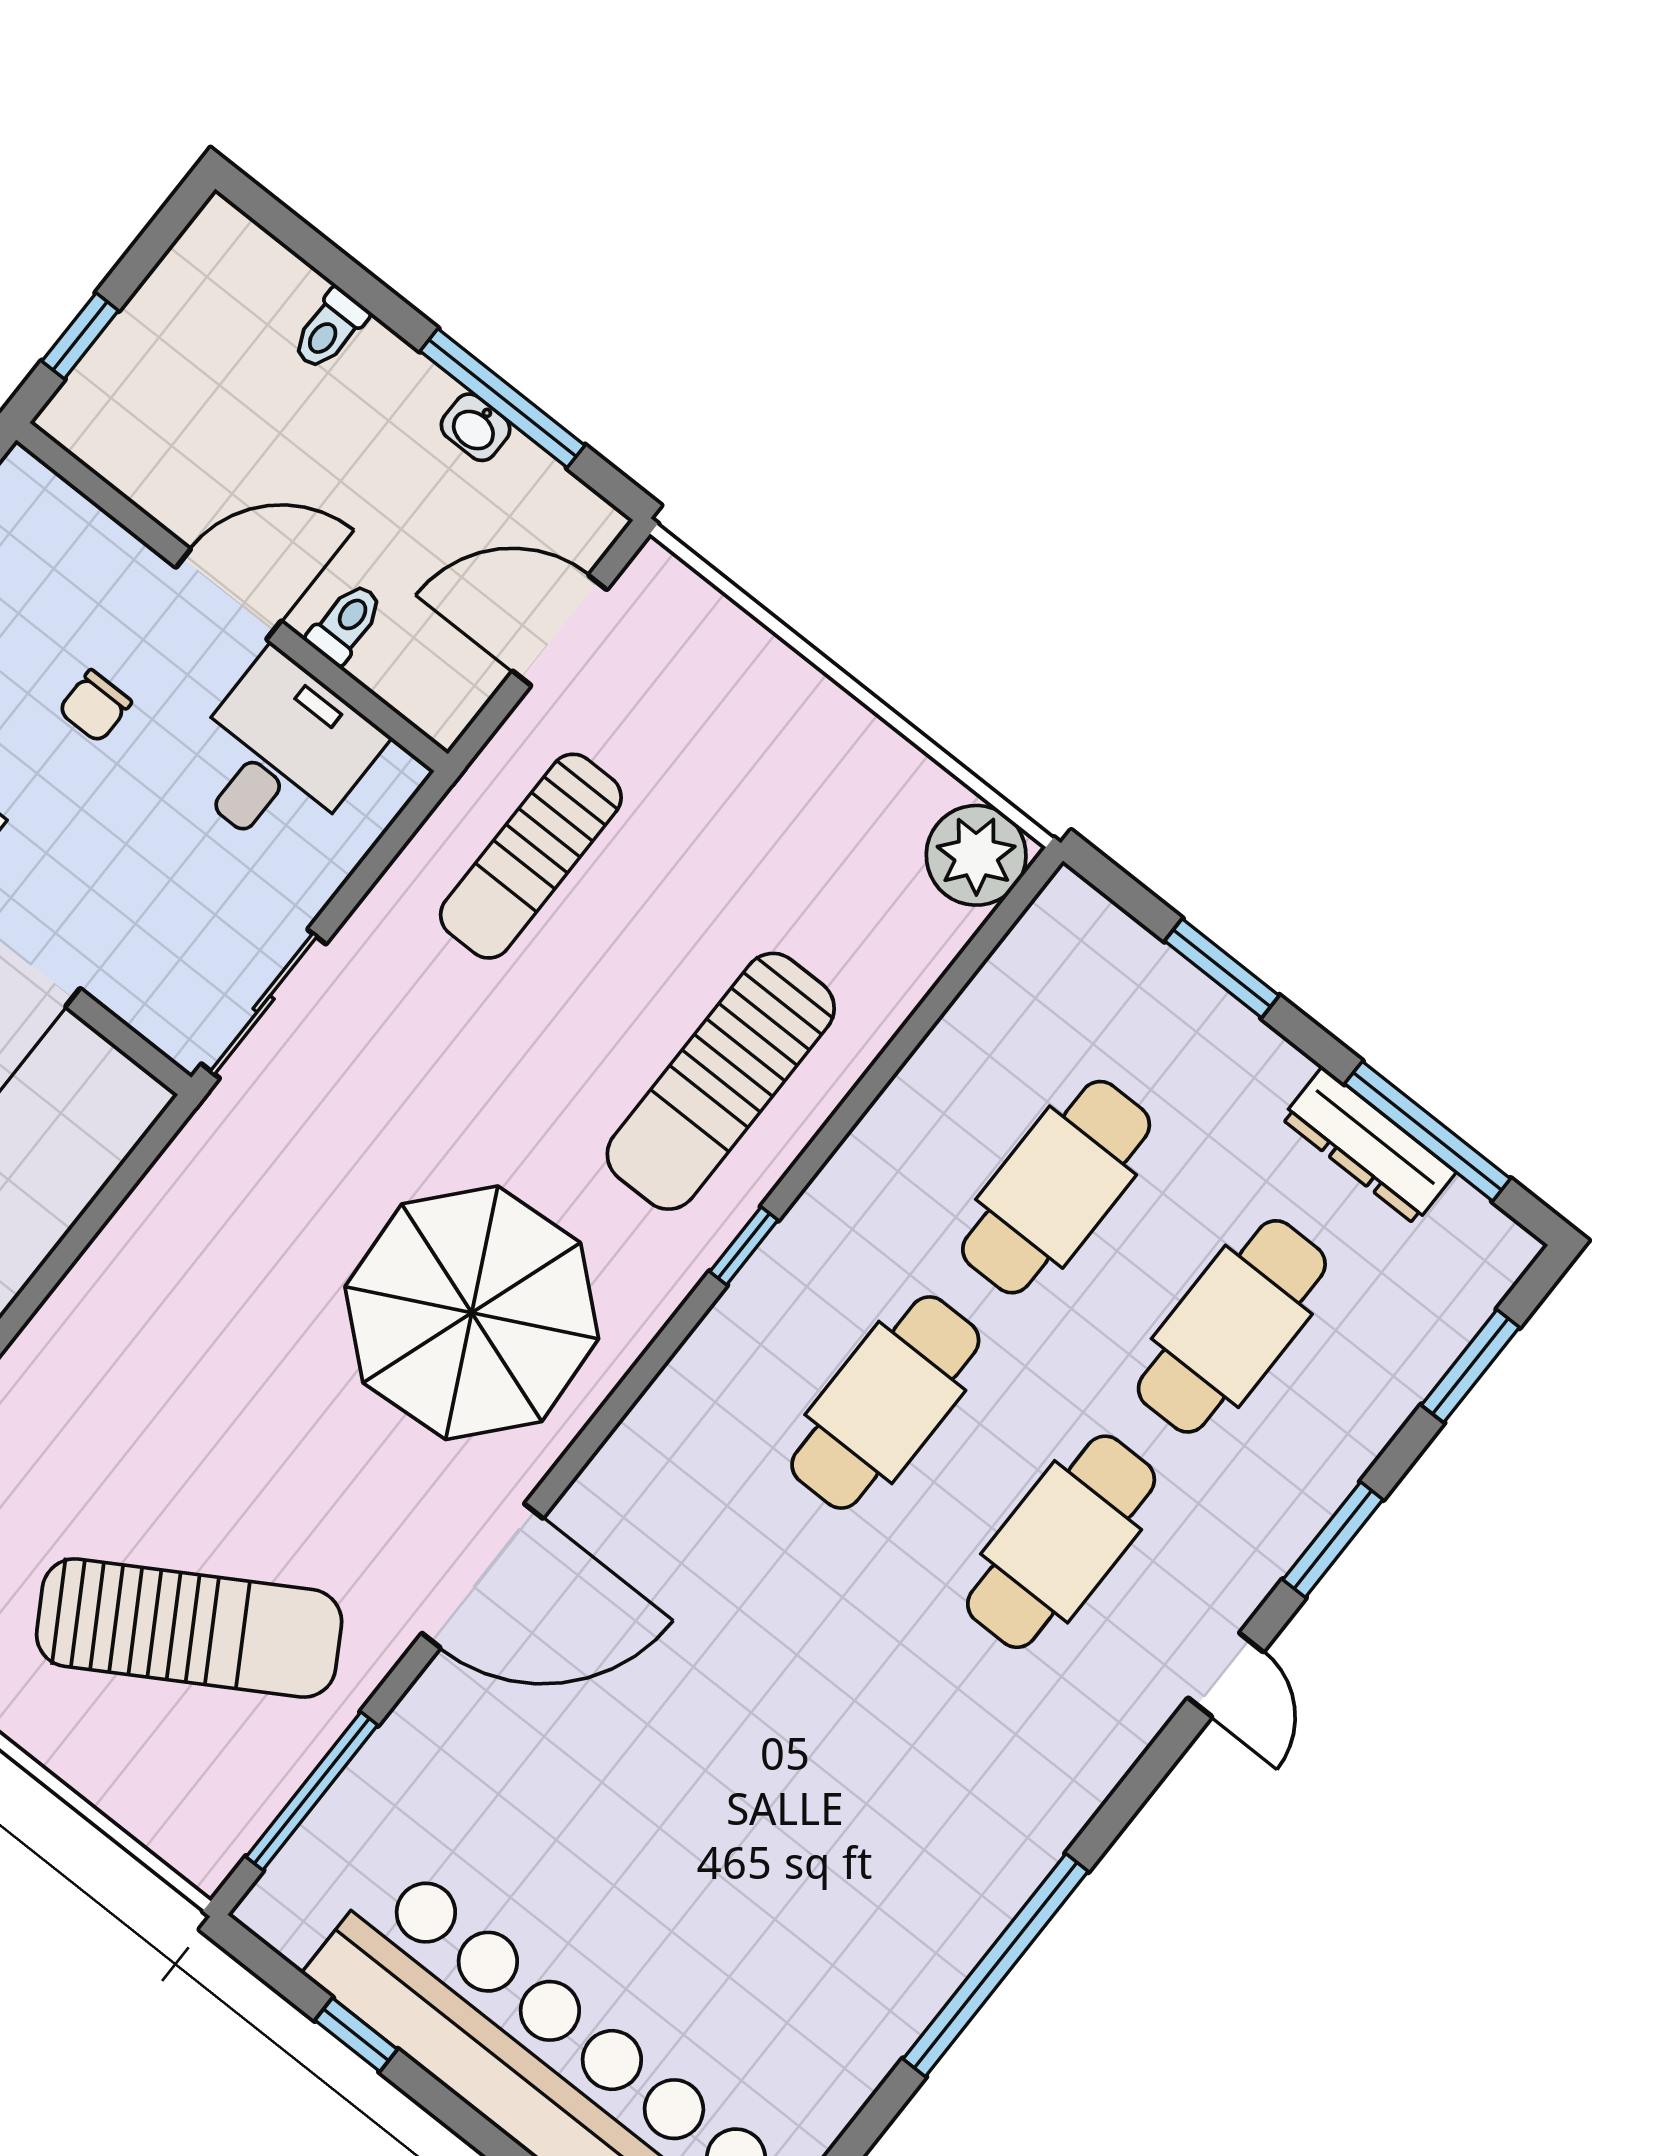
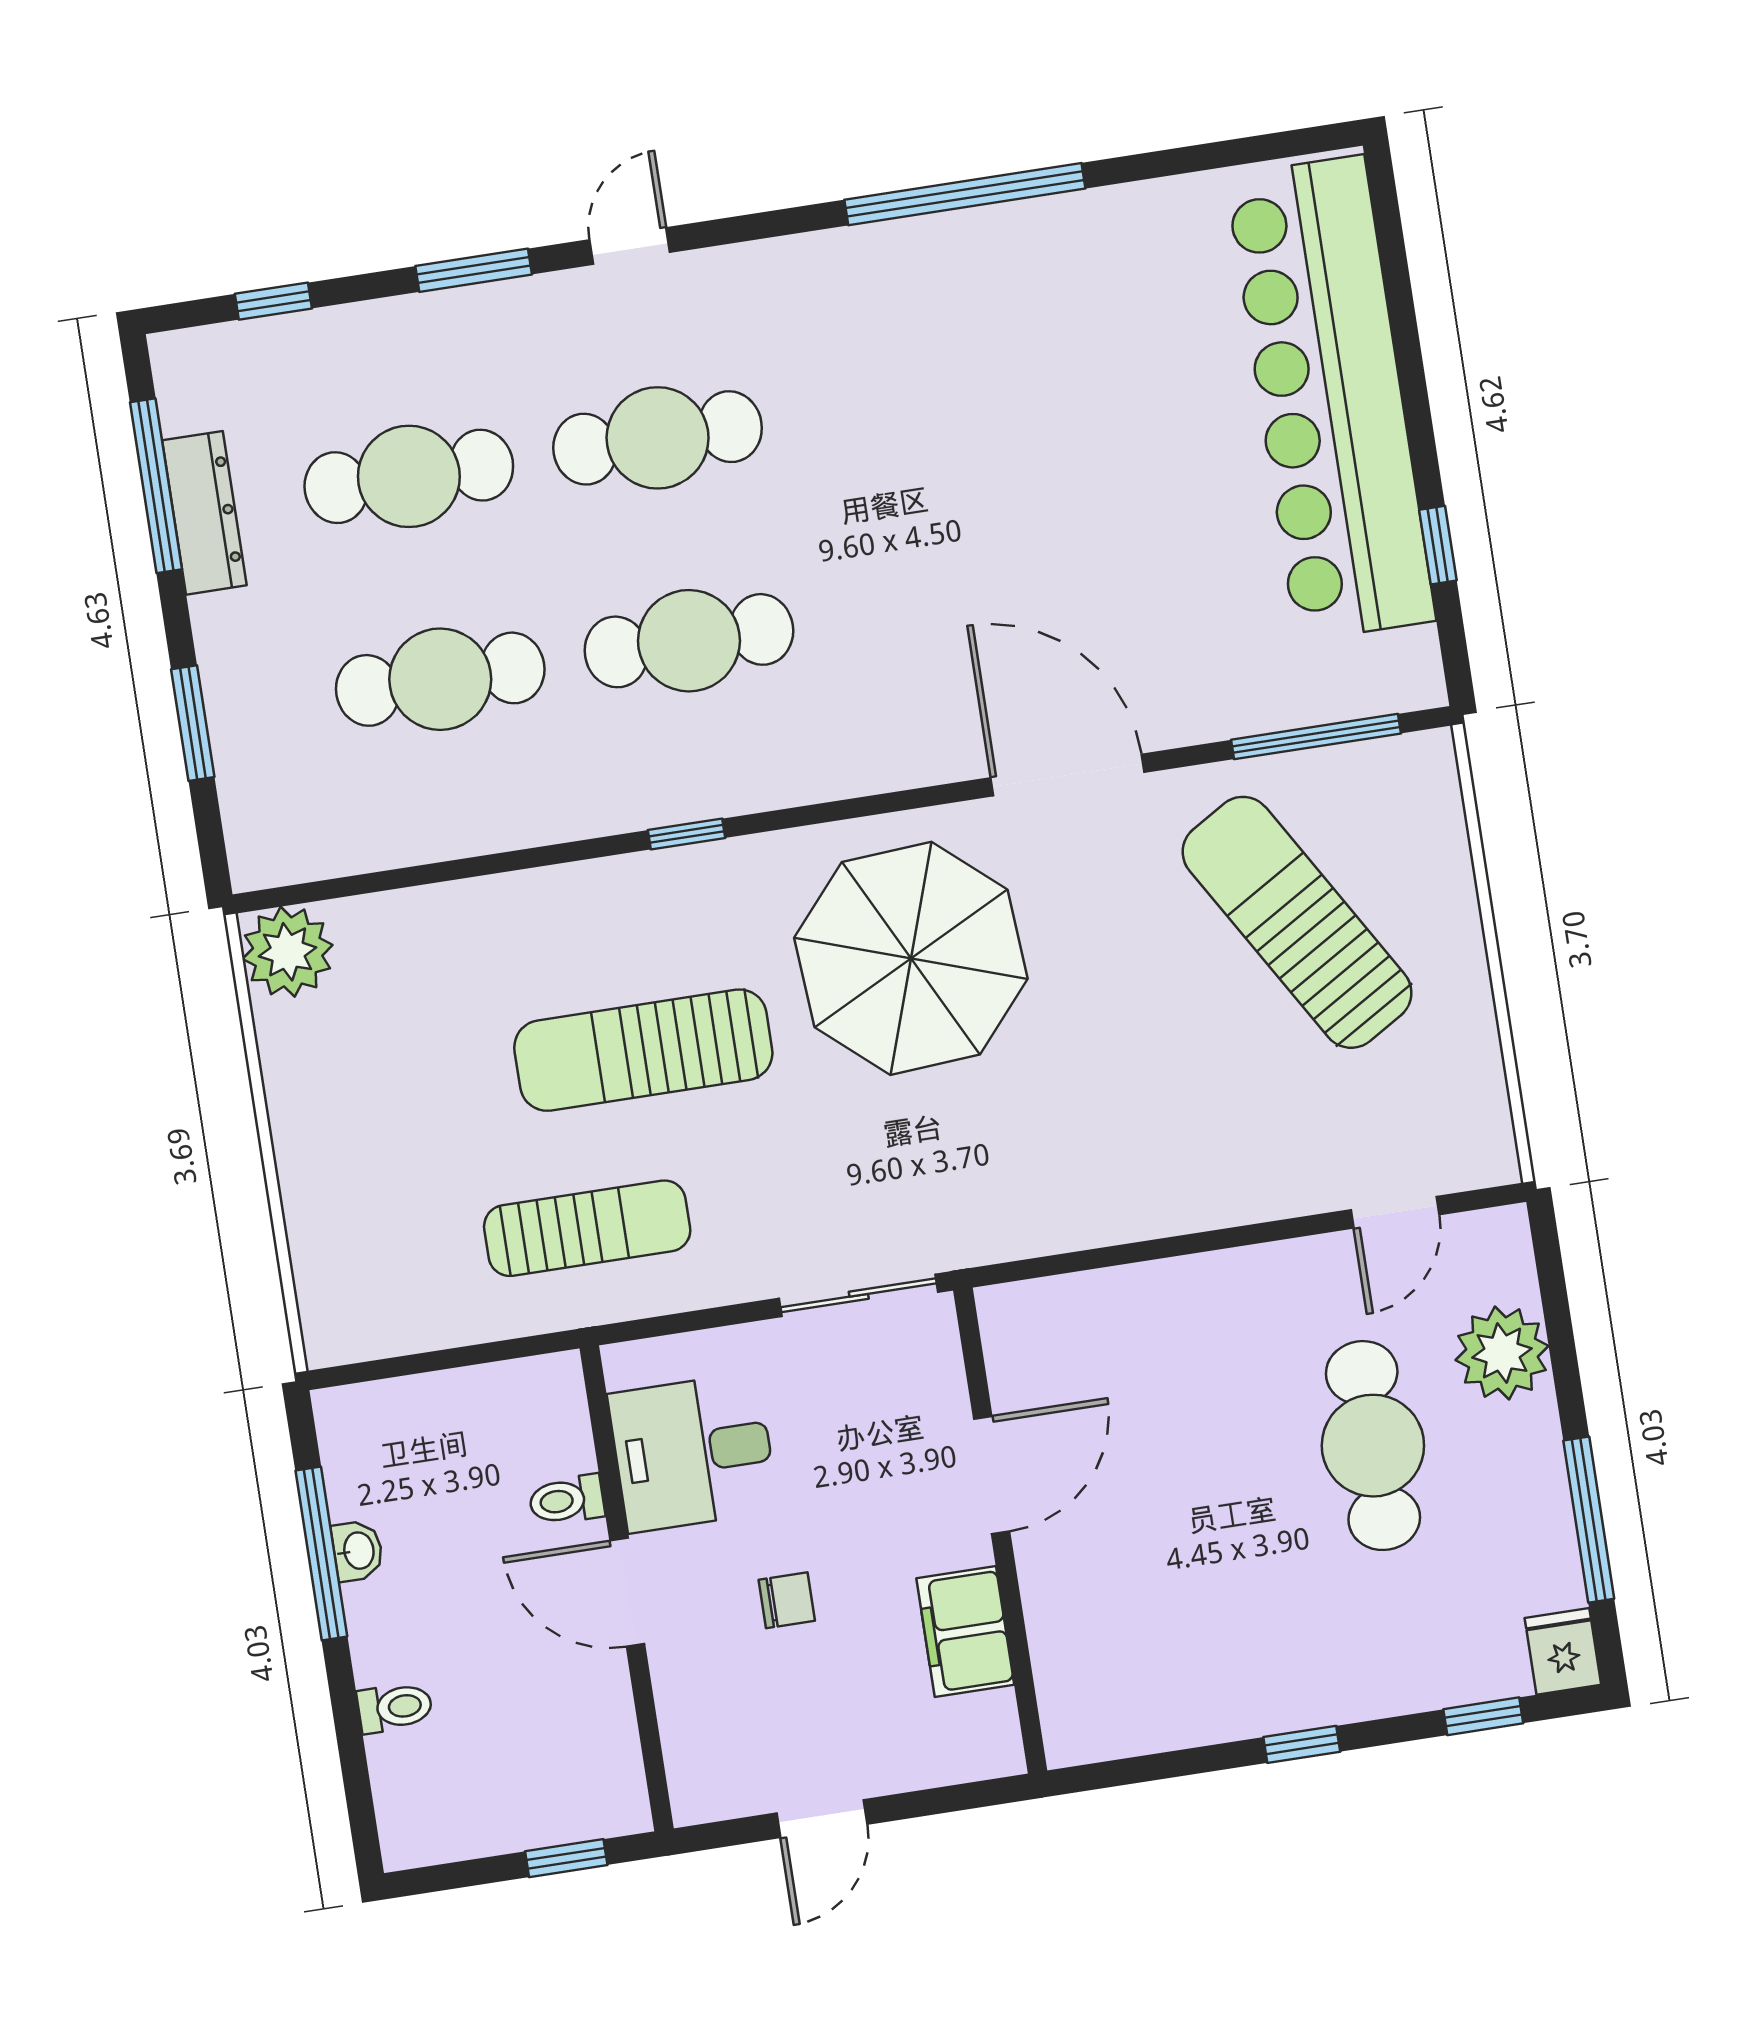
door: (560, 630) -> (427, 1362), removed
sun lounger: (721, 1081) -> (643, 1050), moved, turned 180
window: (1470, 1366) -> (273, 301), width x0.67

